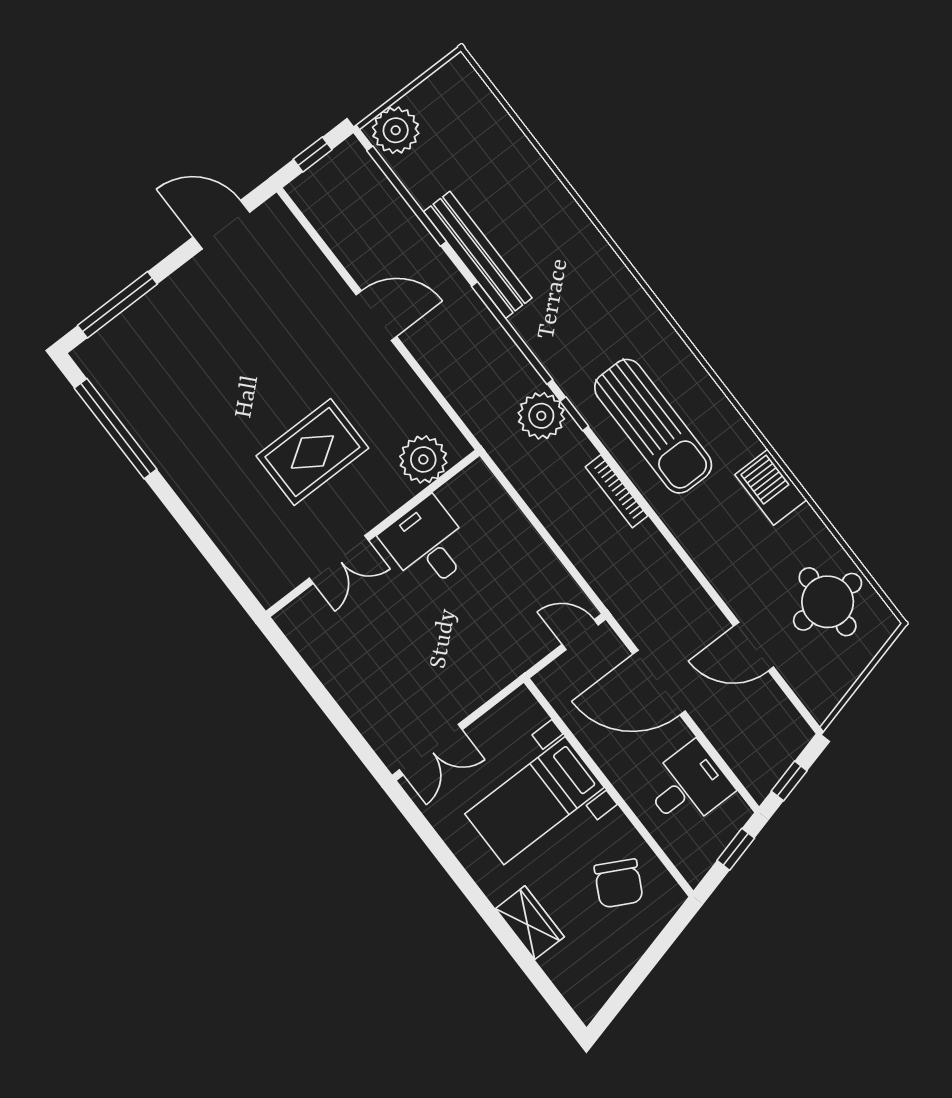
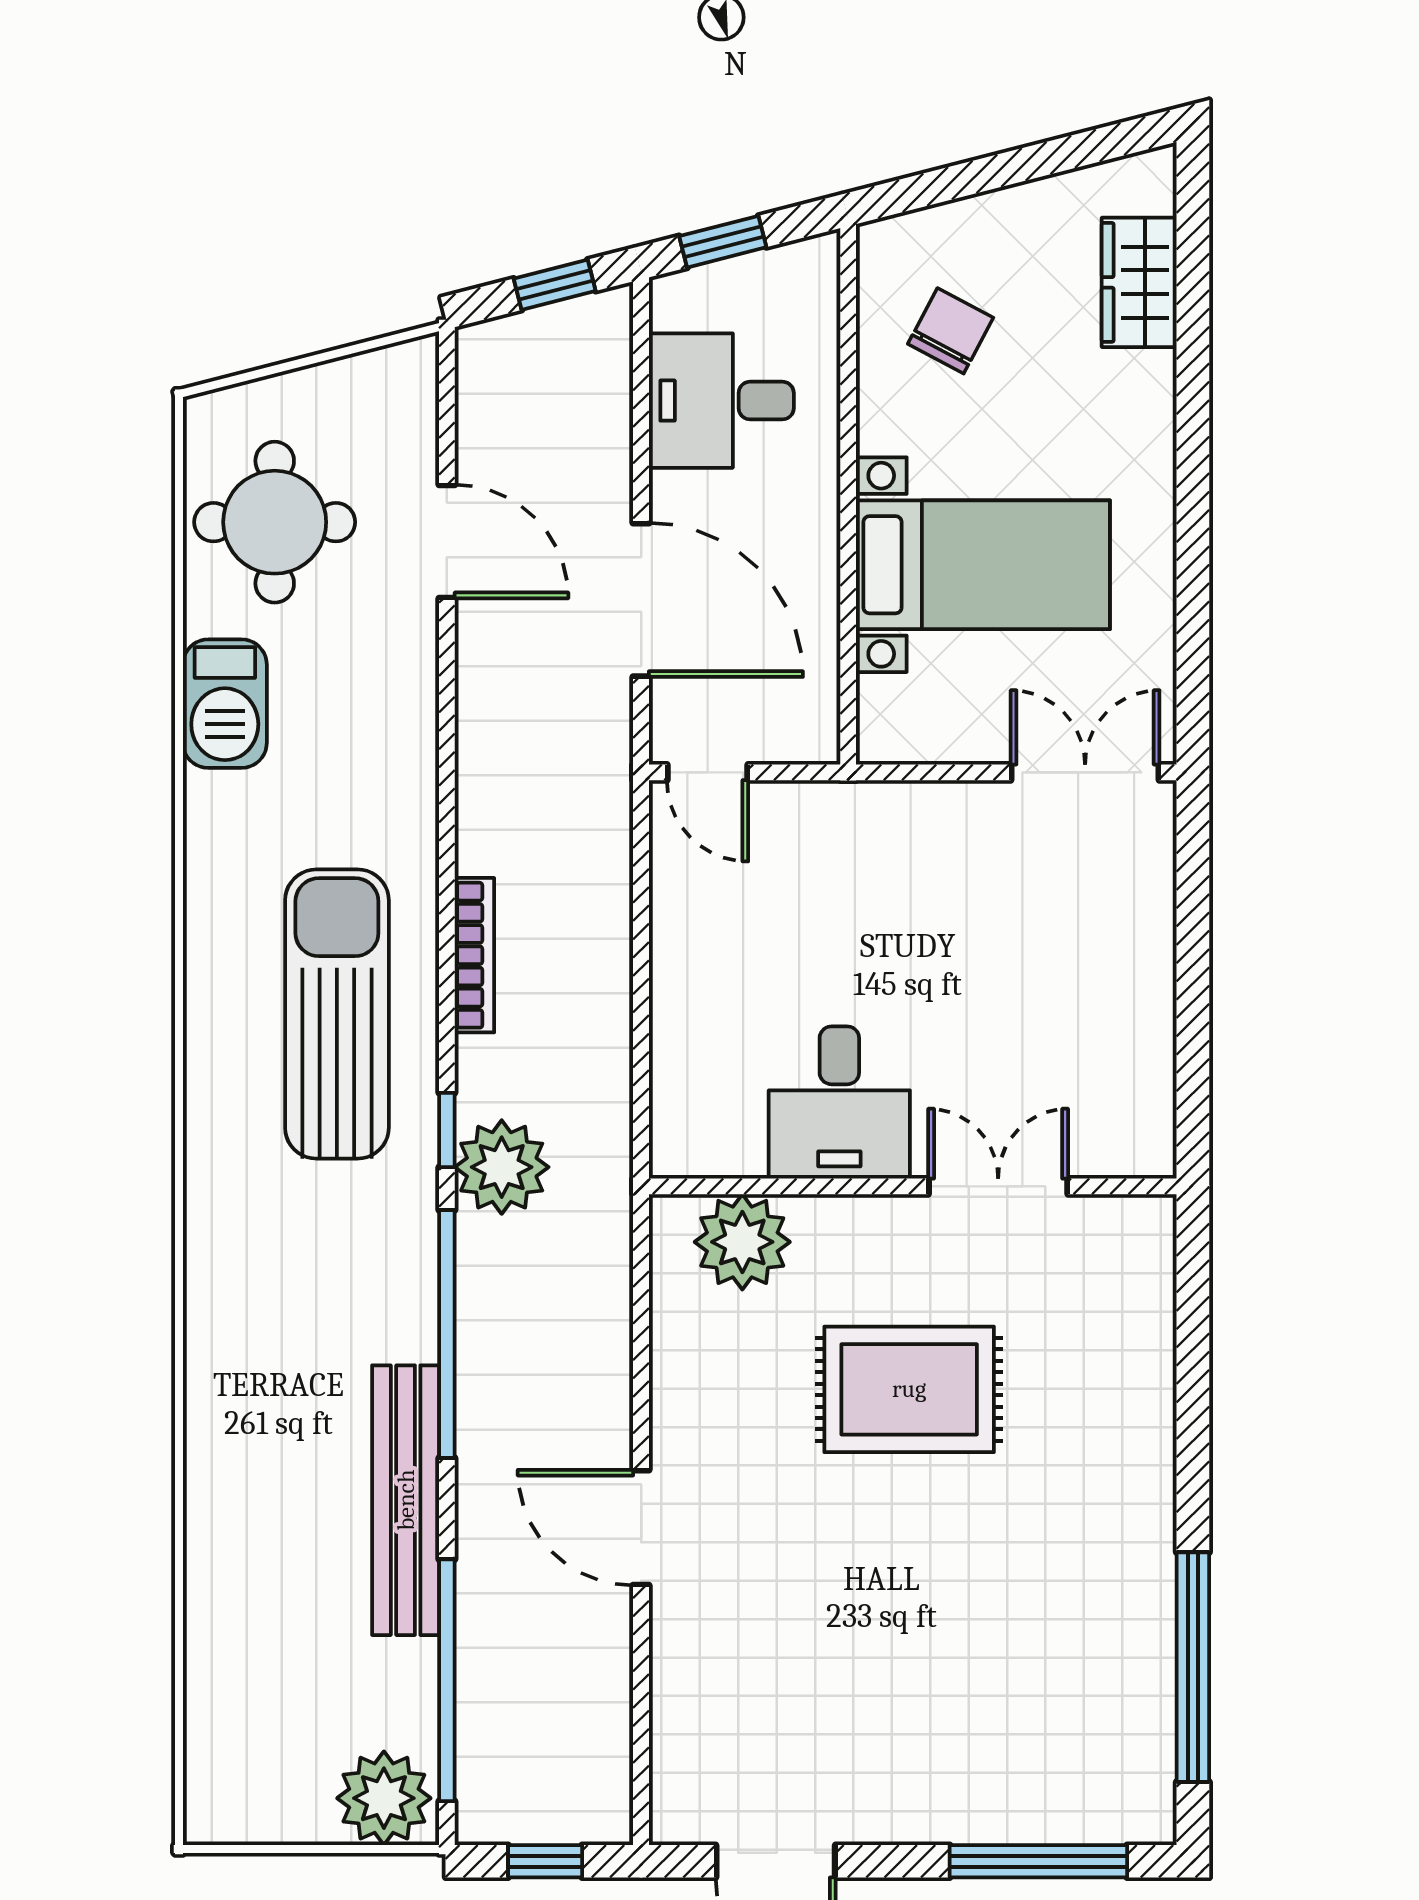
barbecue: (771, 487) -> (225, 704), moved
chair: (618, 883) -> (951, 331), width x0.73, depth x0.73
wardrobe: (530, 923) -> (1139, 282), moved

